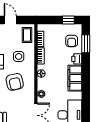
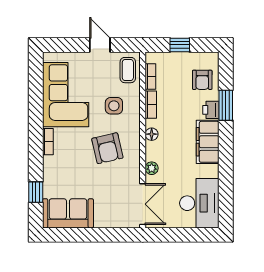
window: (68, 20) -> (180, 45), moved
window: (86, 44) -> (226, 105), moved

